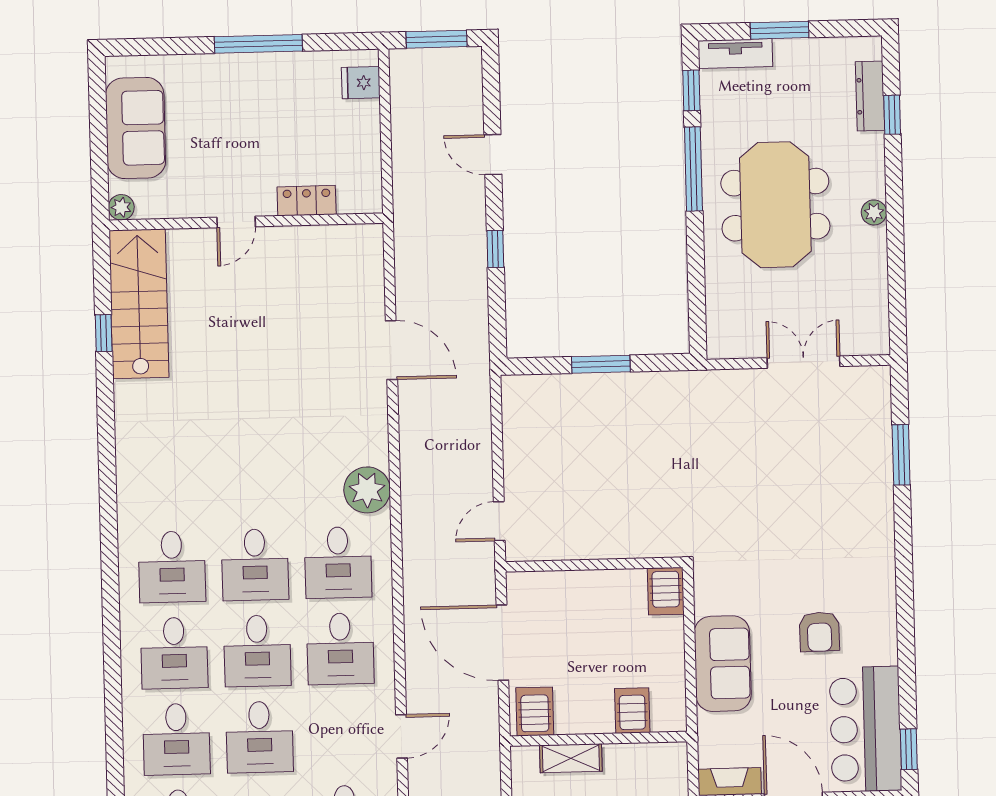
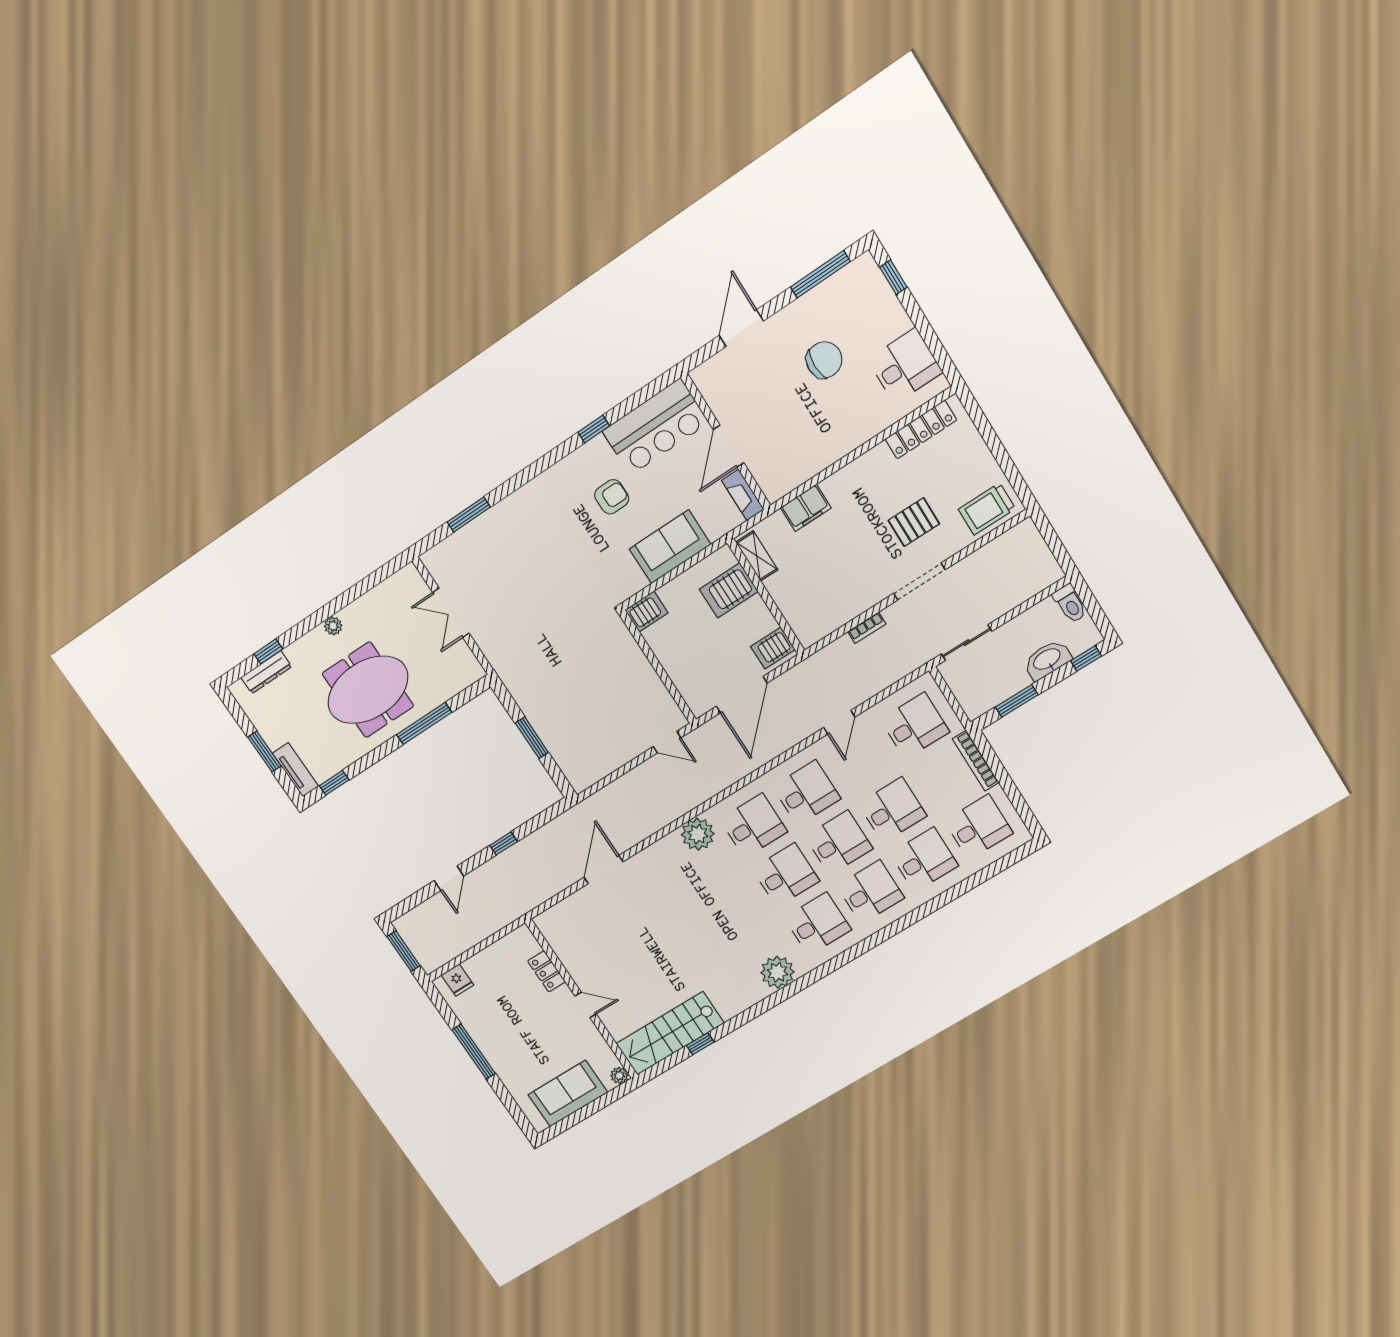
window: (693, 169) -> (424, 723), moved
plant: (139, 482) -> (777, 972), added
server rack: (632, 711) -> (729, 590), width x1.36, depth x1.44
door: (402, 736) -> (839, 722), swing flipped
window: (909, 749) -> (594, 429), moved
shelving: (571, 758) -> (757, 556), moved

